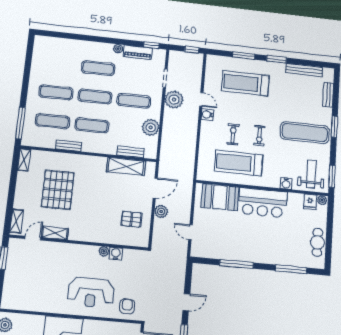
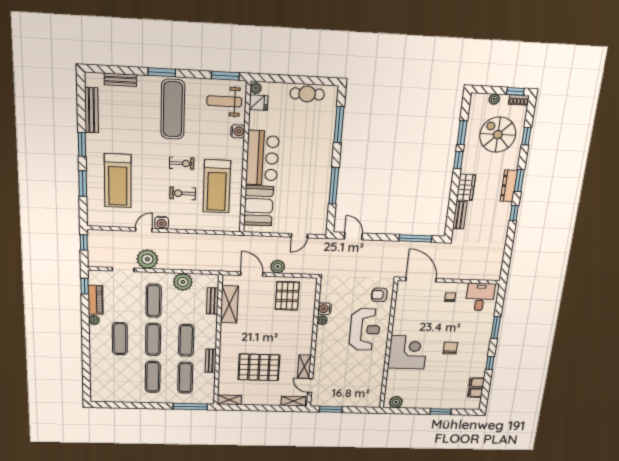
pallet: (131, 219) -> (287, 296), width x1.50, depth x1.42
door: (186, 302) -> (353, 236), moved

